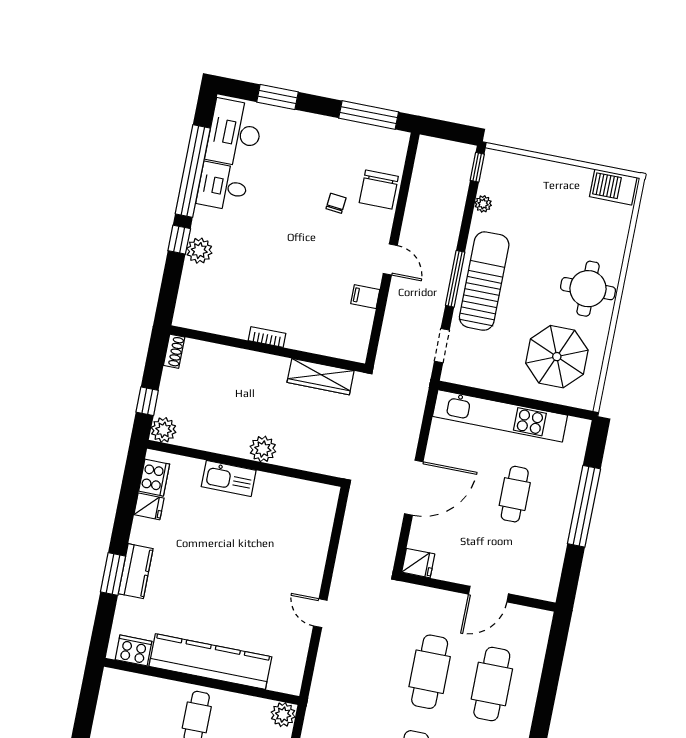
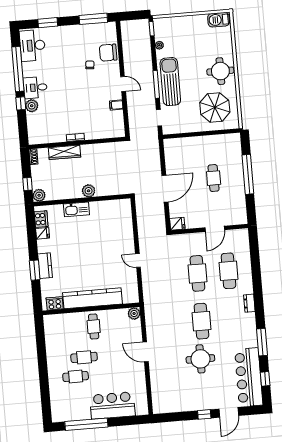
desk: (223, 187) -> (35, 88), moved
chair: (379, 190) -> (108, 53), turned 90
wardrobe: (321, 377) -> (64, 152), moved
kitchen unit: (500, 416) -> (196, 143), removed

